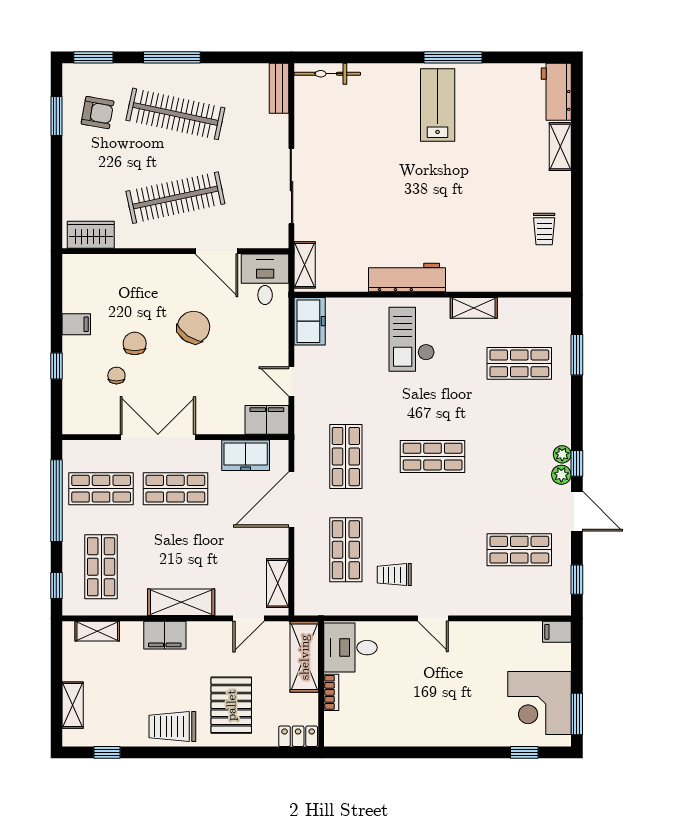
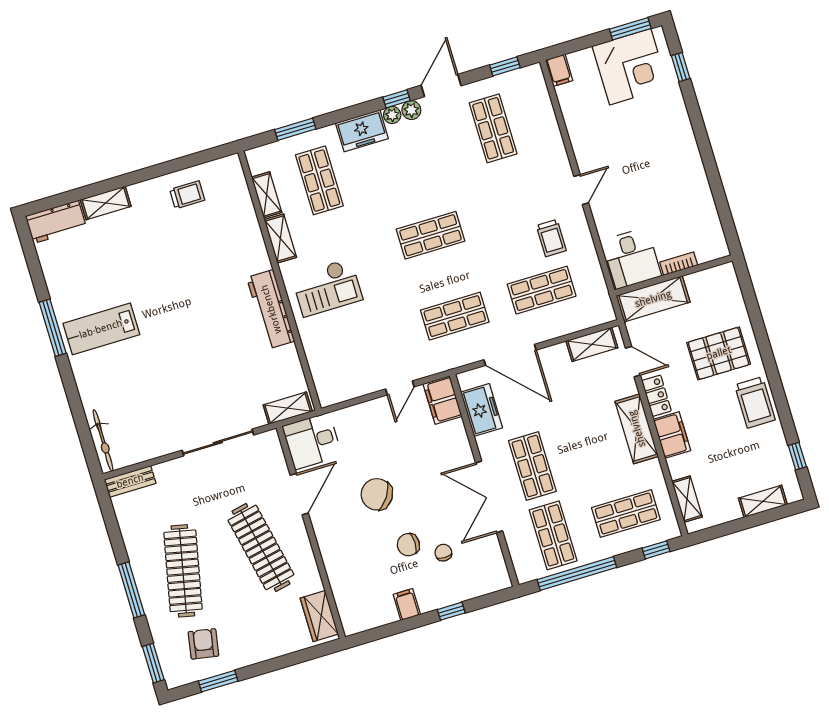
shelving: (521, 307) -> (267, 195), added
freezer: (310, 321) -> (362, 131), moved, turned 180
chair: (116, 376) -> (443, 553), turned 90
shop shelf: (433, 457) -> (430, 235), turned 90
locker: (298, 736) -> (656, 396), moved, turned 180

